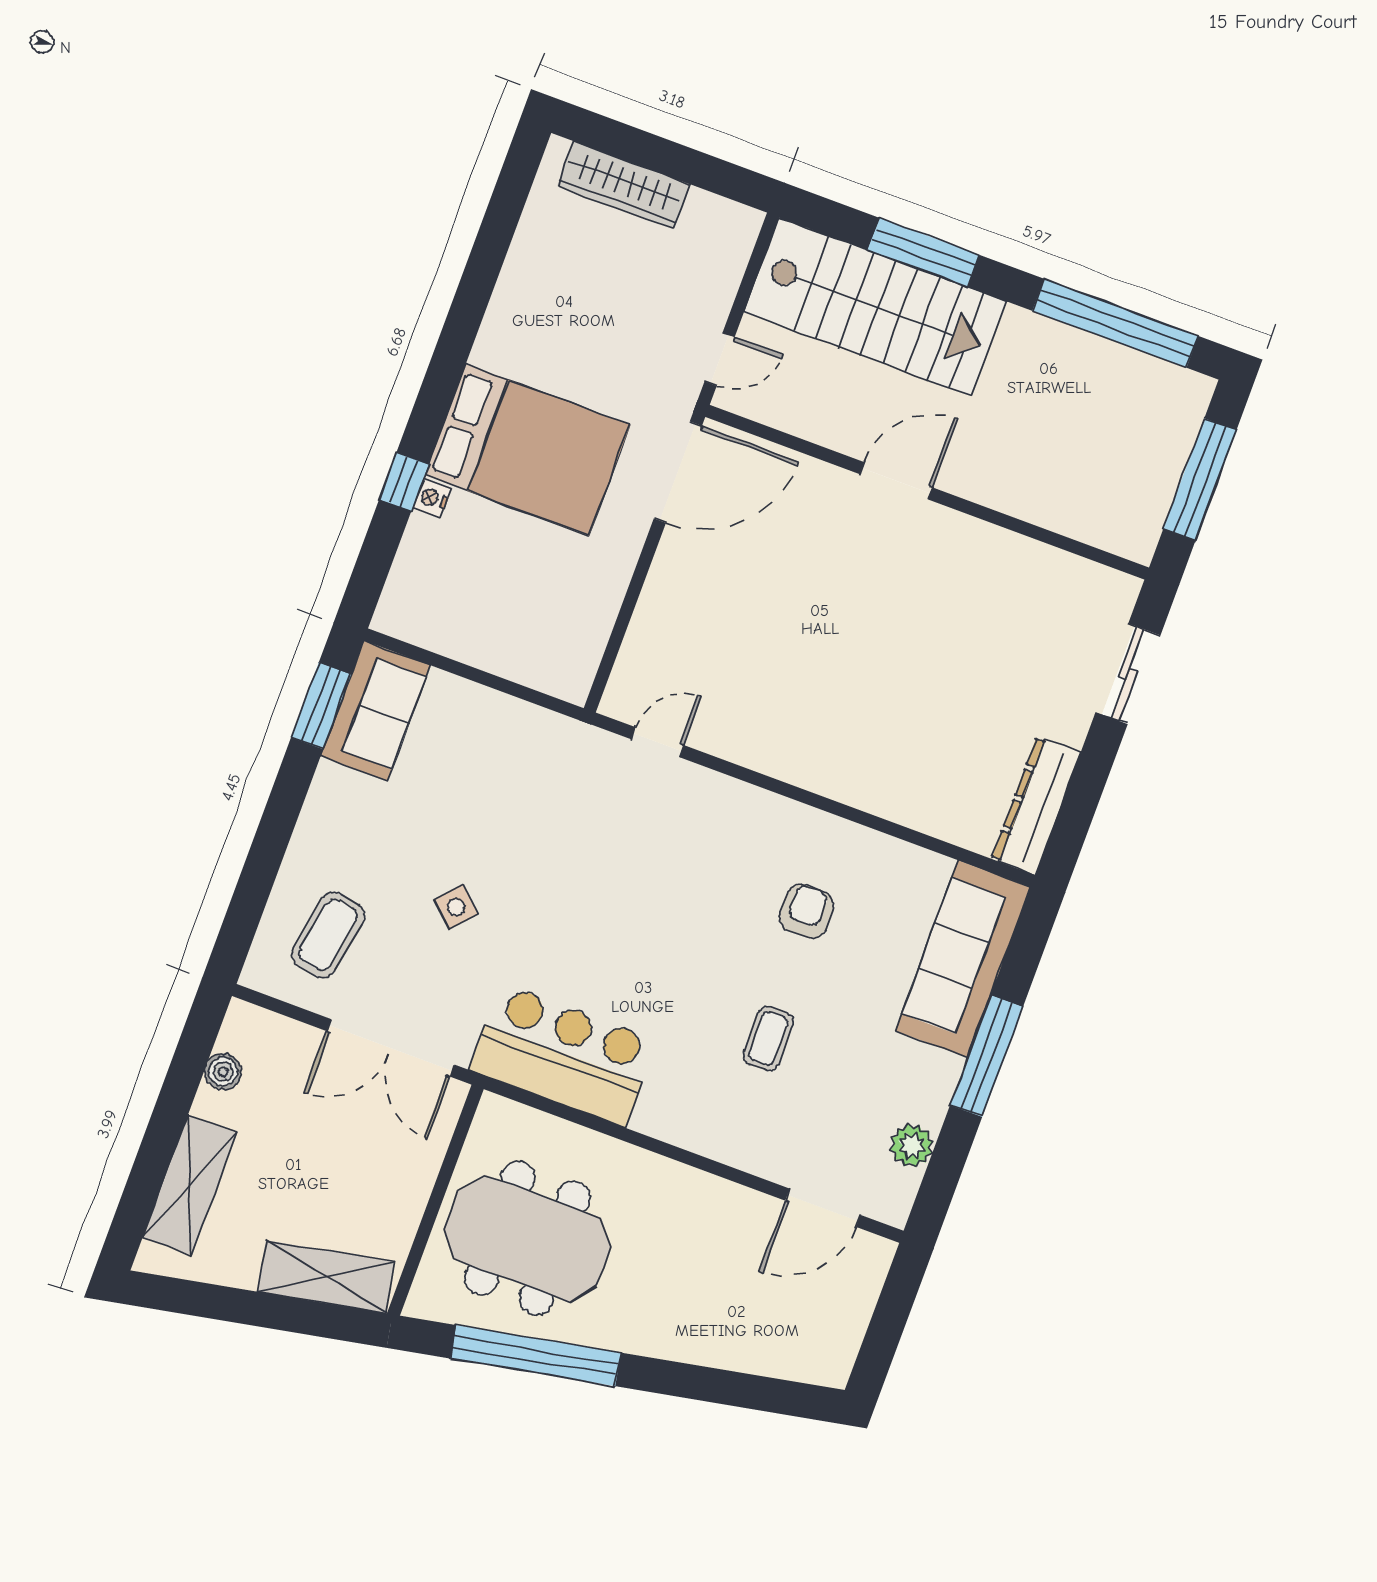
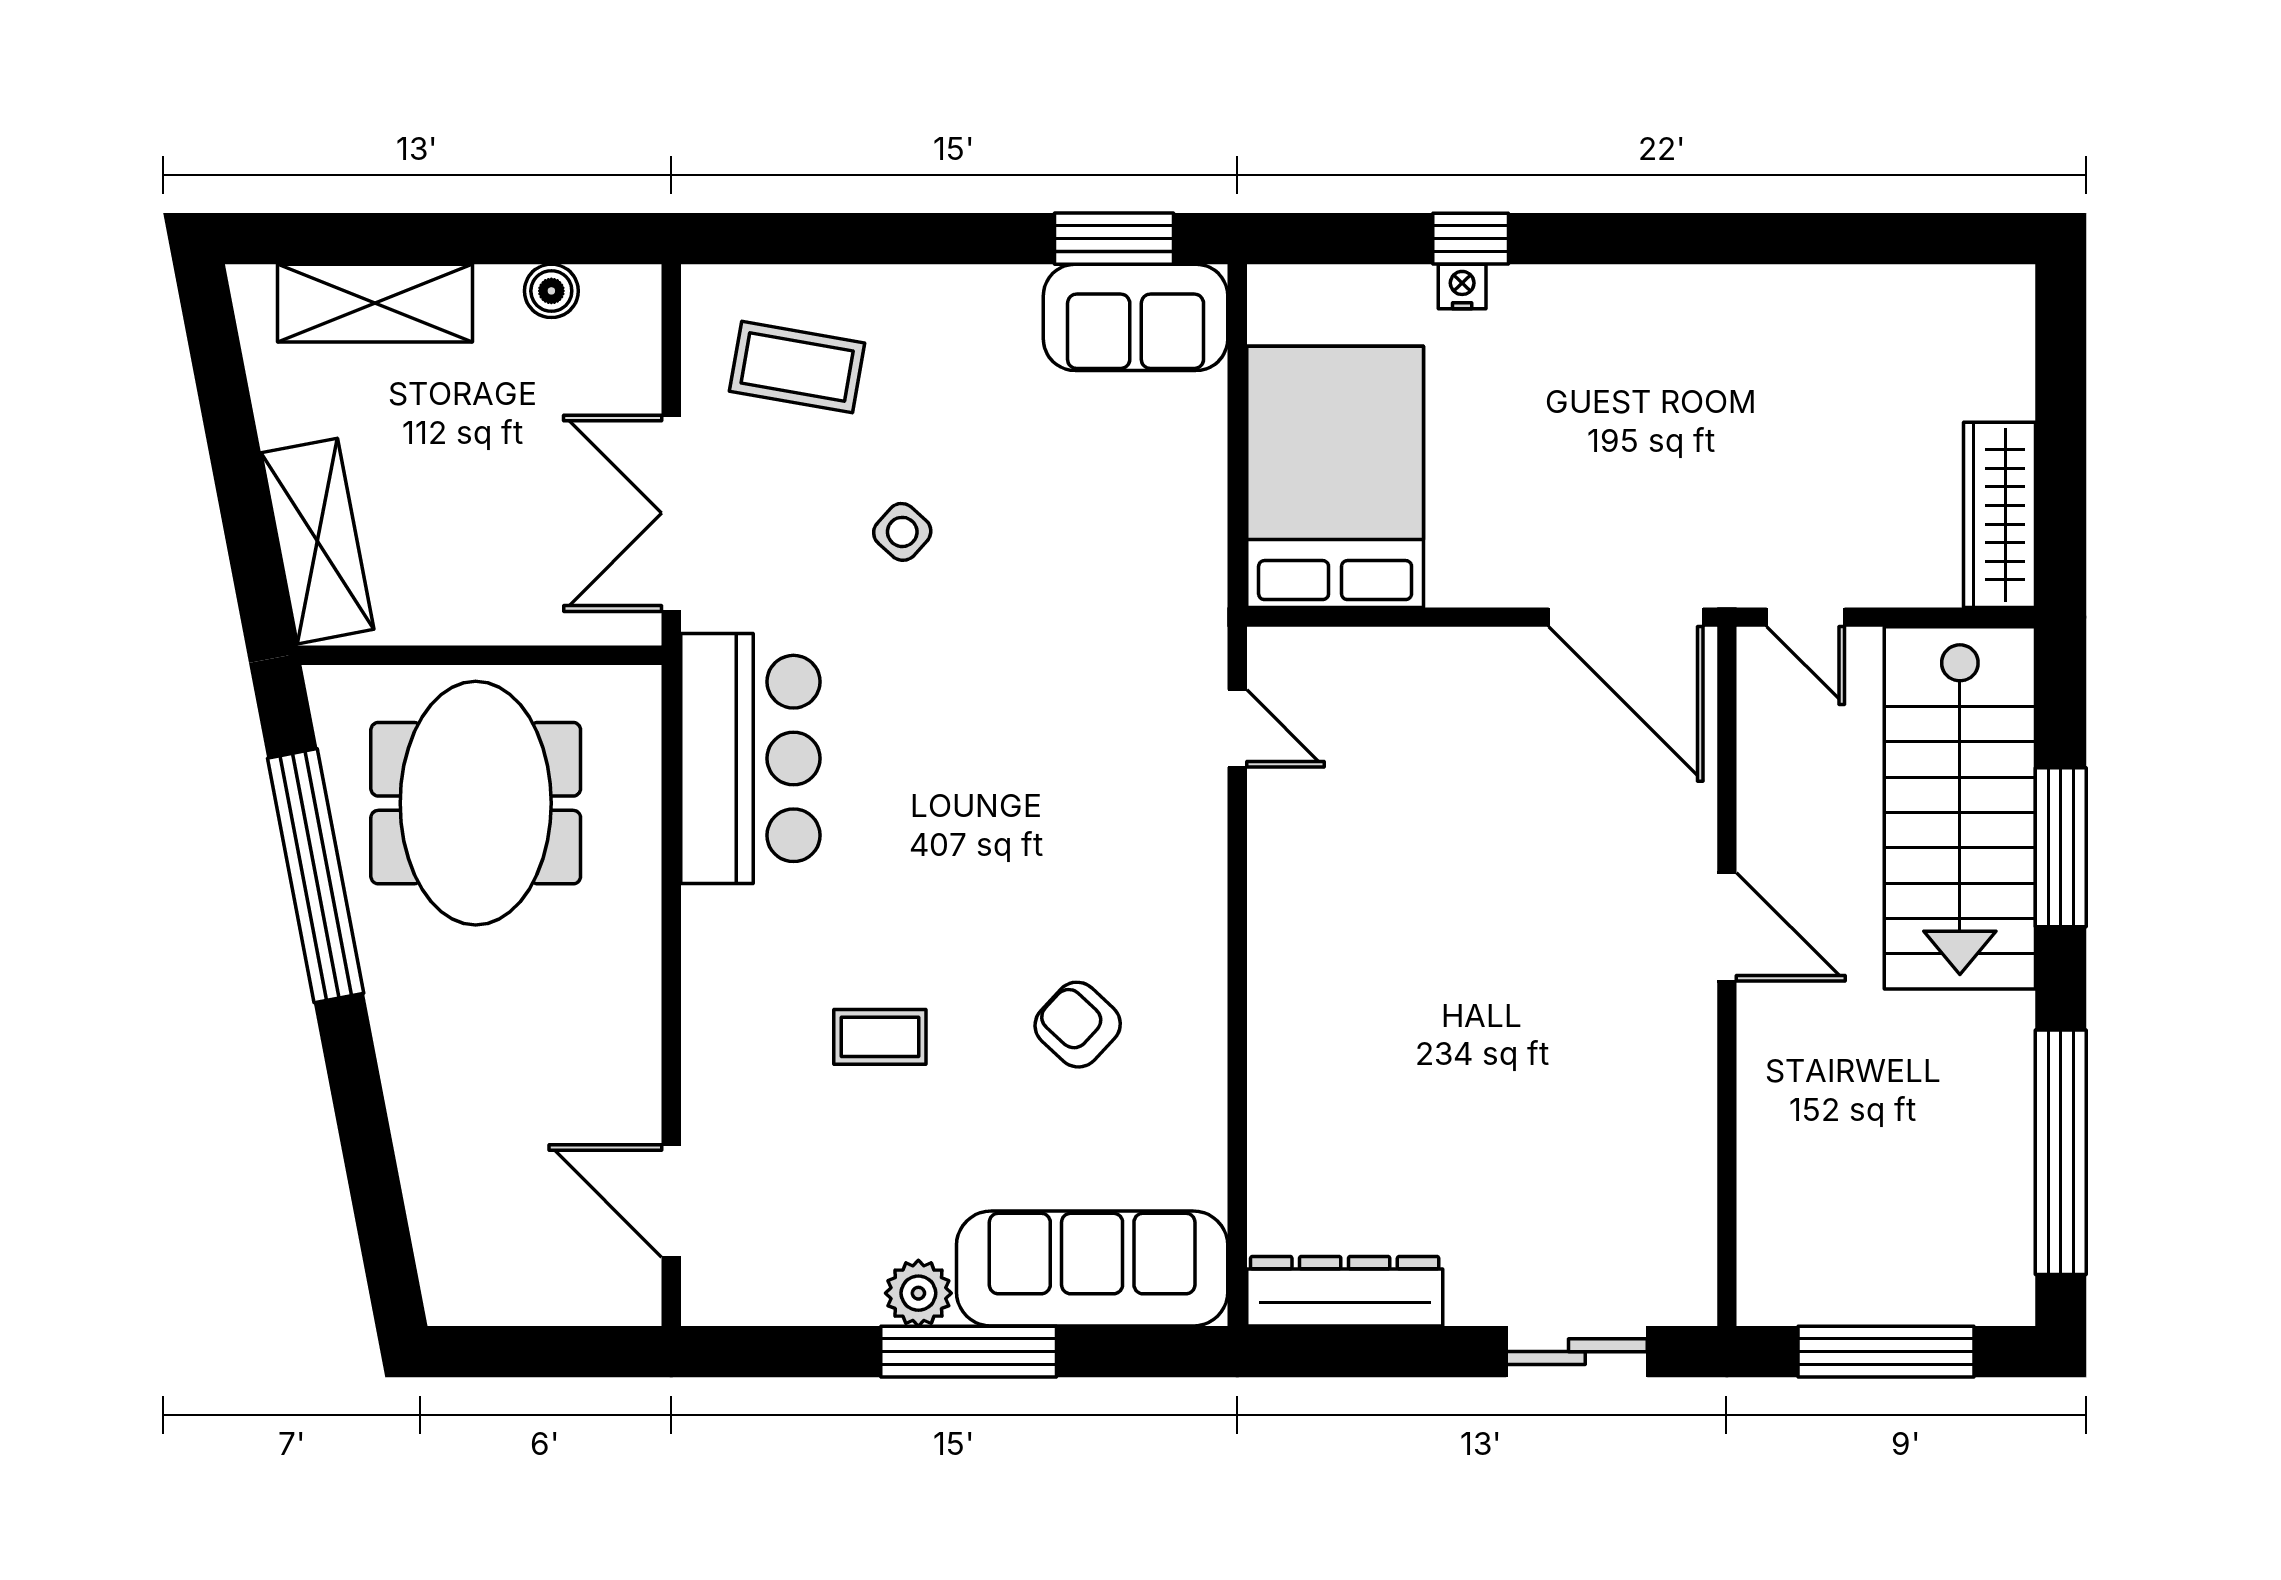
wardrobe: (624, 185) -> (2000, 515), moved
bed: (527, 450) -> (1335, 477), moved, turned 180
armchair: (806, 911) -> (1078, 1025), turned -137
plant: (912, 1146) -> (918, 1293), moved

